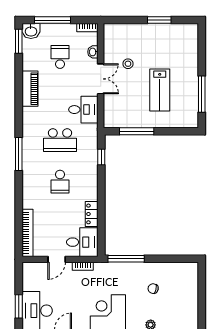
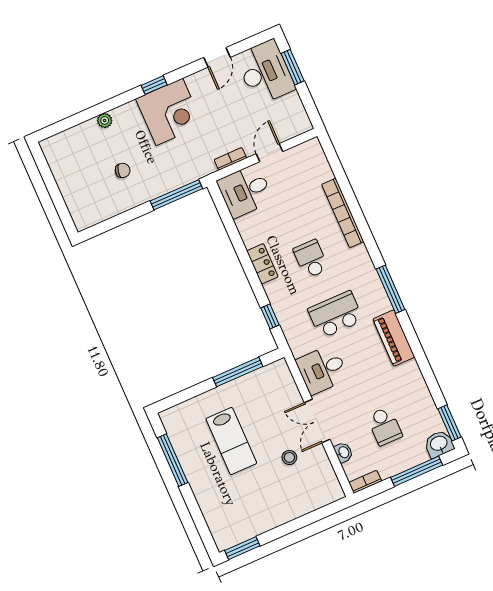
window: (159, 20) -> (242, 548), moved
piano: (30, 89) -> (394, 338), moved
lab bench: (160, 90) -> (231, 441), turned 180
window: (19, 154) -> (390, 289), moved
locker: (92, 214) -> (262, 264), moved
bookcase: (27, 233) -> (343, 213), moved

